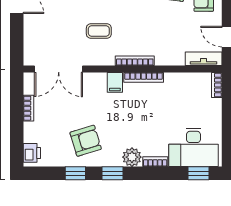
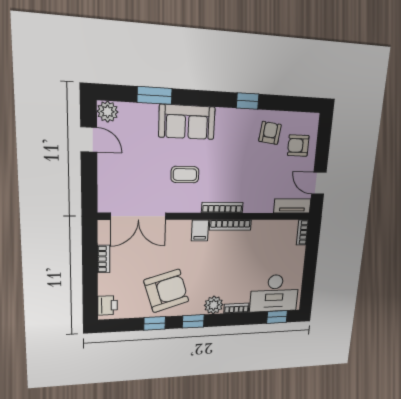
armchair: (86, 141) -> (166, 291), width x1.36, depth x1.36

